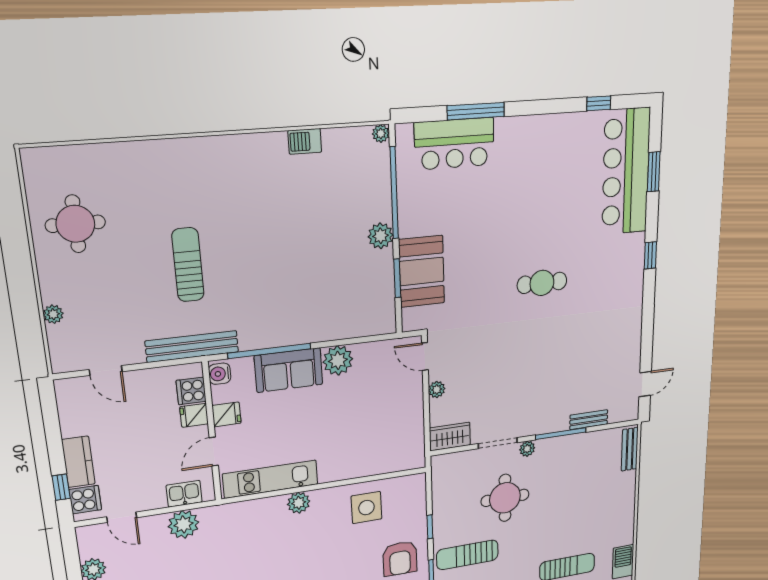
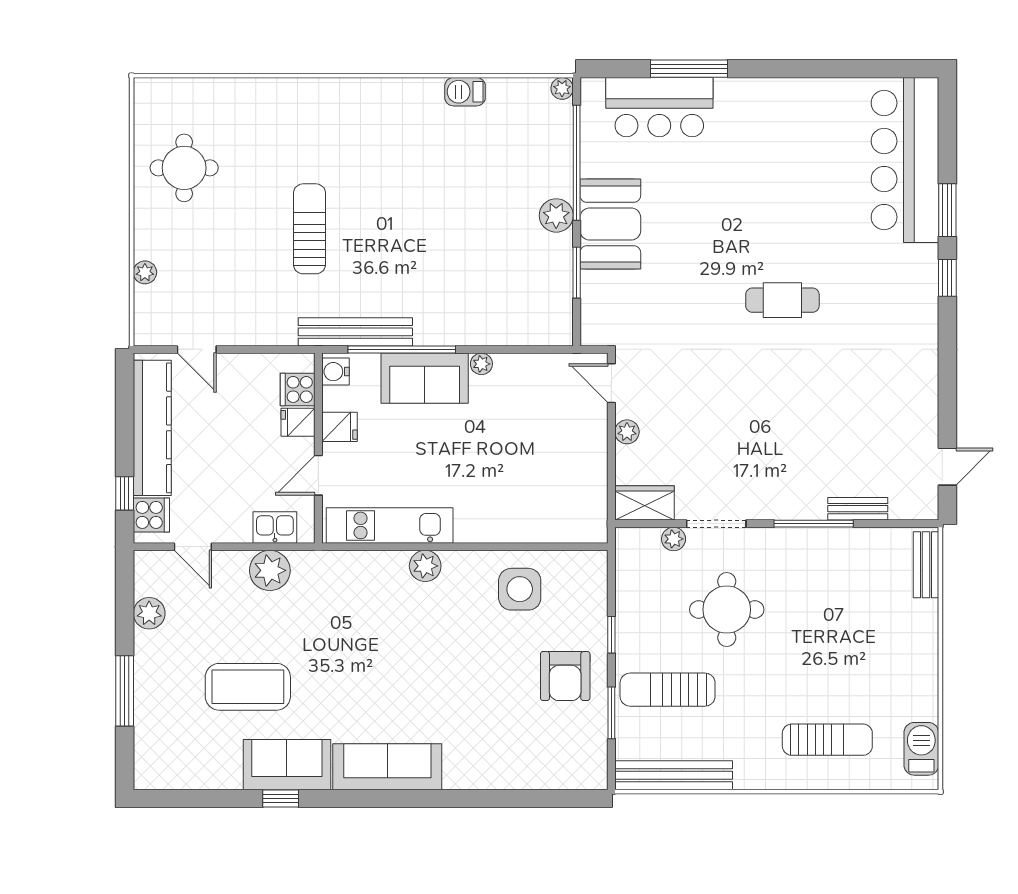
window: (599, 103) -> (862, 69), removed
window: (654, 172) -> (947, 210), moved
booth: (422, 271) -> (610, 224), moved
bench: (192, 346) -> (355, 332), moved
plant: (338, 360) -> (481, 364), width x0.53, depth x0.53
plant: (527, 449) -> (674, 539), moved
kitchen counter: (78, 462) -> (152, 428), width x2.08, depth x1.17

